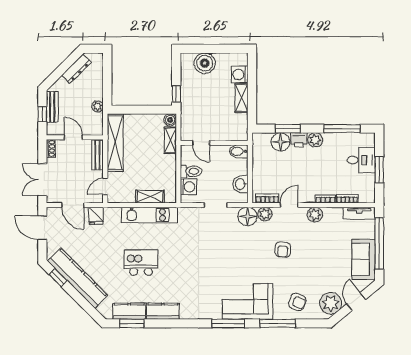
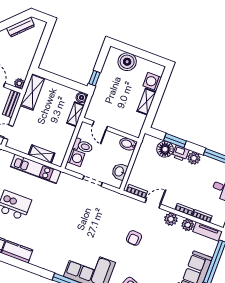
plant: (98, 106) -> (19, 83), moved
shelving: (115, 143) -> (32, 92), width x0.68
plant: (265, 214) -> (188, 225), moved
floor lamp: (247, 216) -> (115, 200), removed

